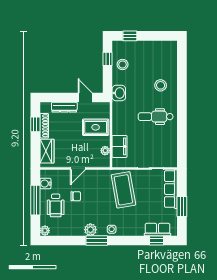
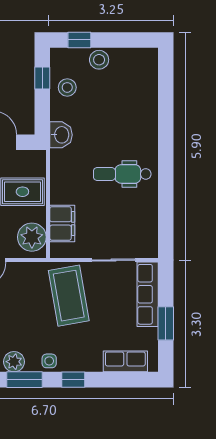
stool: (161, 85) -> (99, 60), moved
plant: (105, 151) -> (32, 237), width x1.87, depth x1.87
window: (157, 241) -> (73, 380), moved

